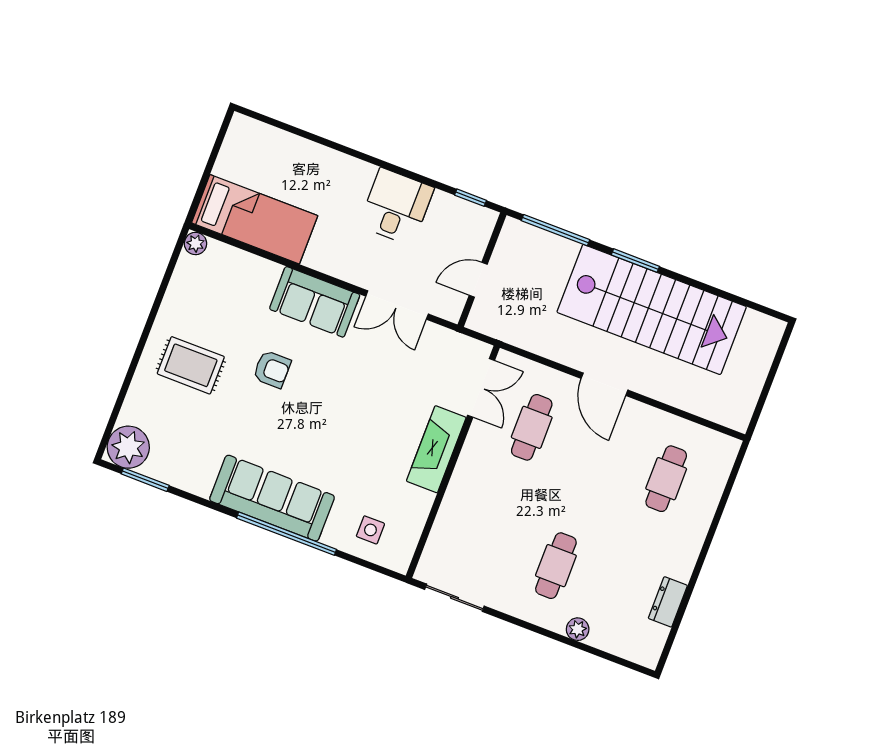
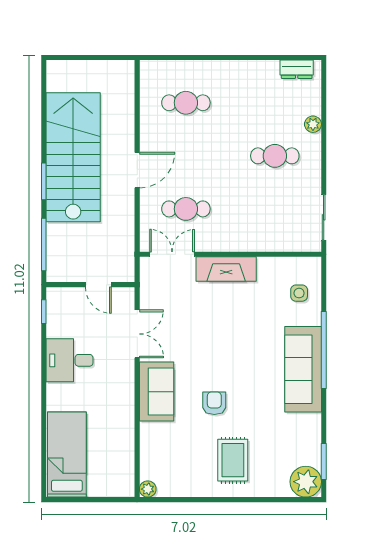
bed: (255, 219) -> (67, 455), moved
dresser: (668, 602) -> (297, 69), moved

